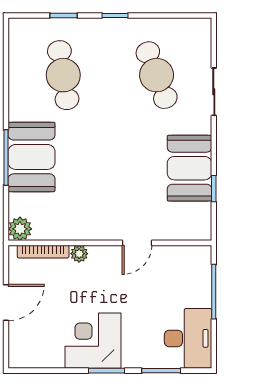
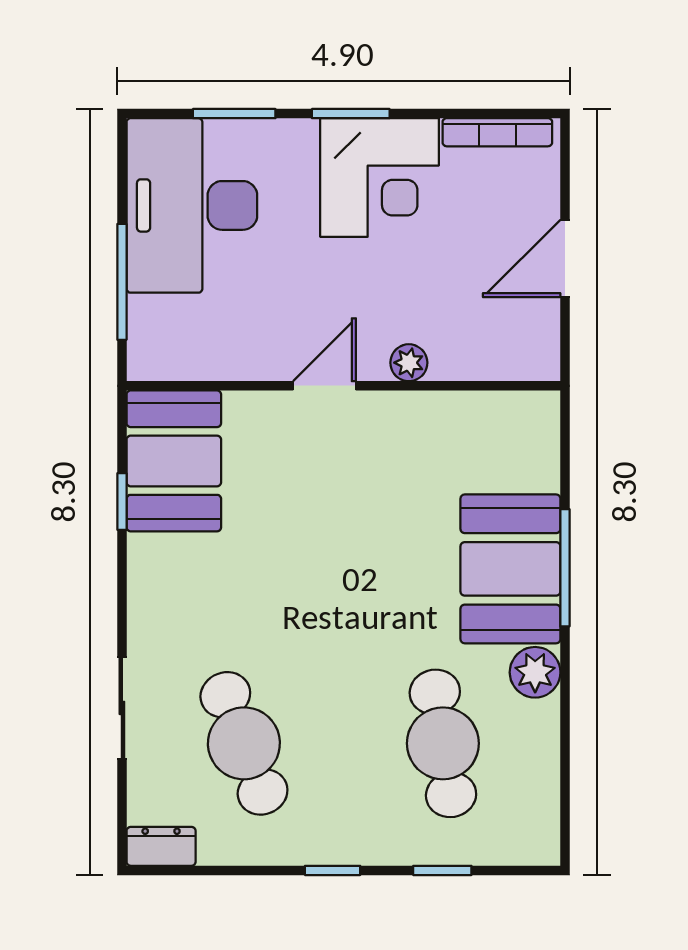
dresser: (195, 27) -> (161, 846), added
booth: (189, 168) -> (174, 461), moved
plant: (20, 229) -> (535, 672), moved
door: (137, 243) -> (324, 386), moved
bookcase: (43, 252) -> (497, 132), moved, turned 180
desk: (188, 338) -> (192, 205), width x1.36, depth x1.30

